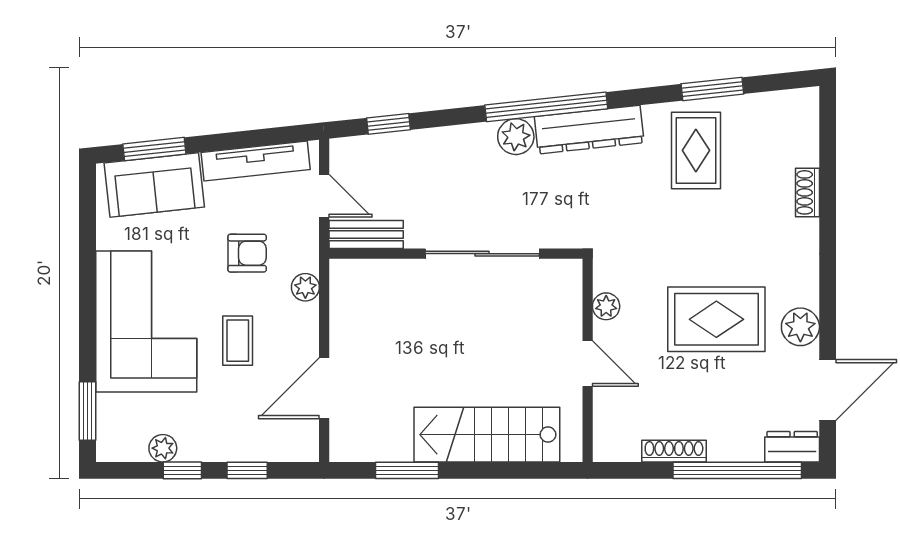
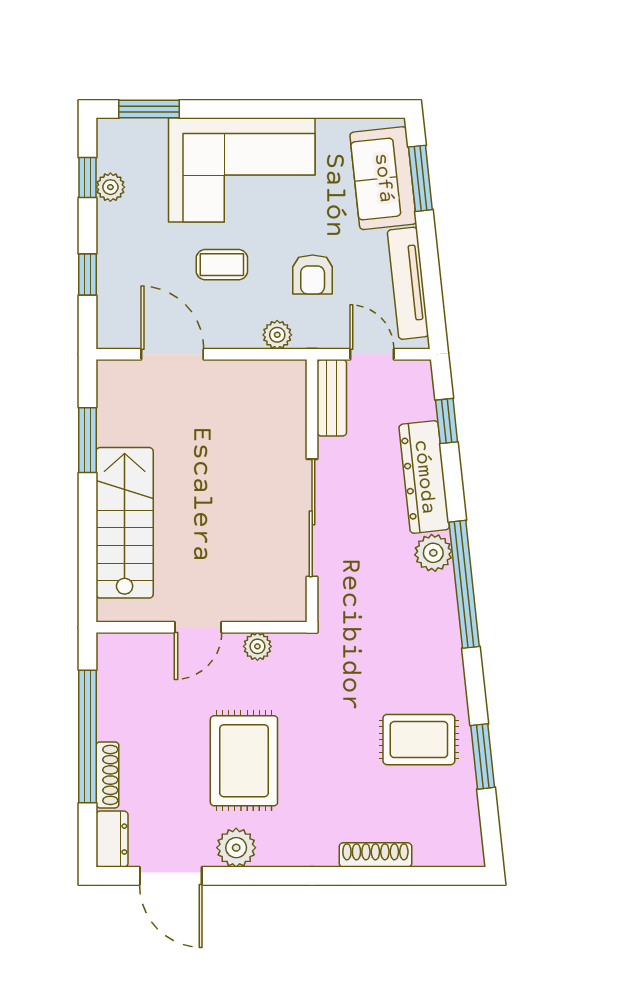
dresser: (589, 130) -> (424, 477), moved
shoe rack: (807, 192) -> (375, 855), width x1.43
door: (324, 196) -> (372, 354), swing flipped
shoe rack: (674, 451) -> (107, 775), moved
window: (182, 470) -> (87, 177), moved
window: (737, 470) -> (87, 737), moved

